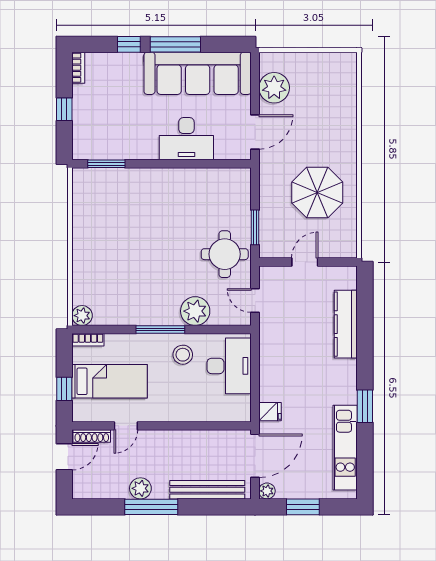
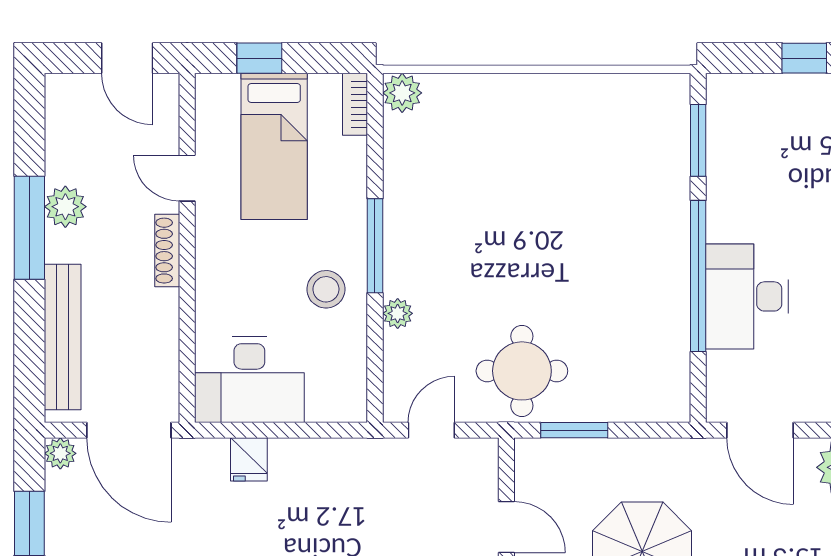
window: (176, 164) -> (698, 276), added
plant: (195, 311) -> (398, 313), width x0.53, depth x0.53
desk: (229, 366) -> (249, 380), moved
fridge: (270, 412) -> (249, 459), moved
shoe rack: (92, 436) -> (167, 251), moved

